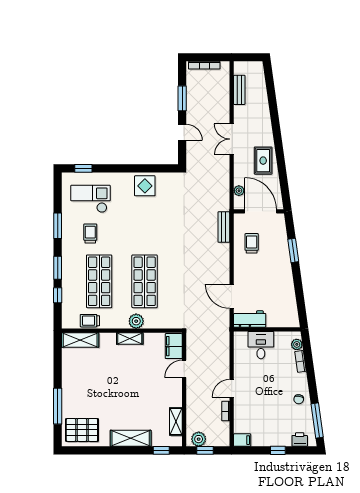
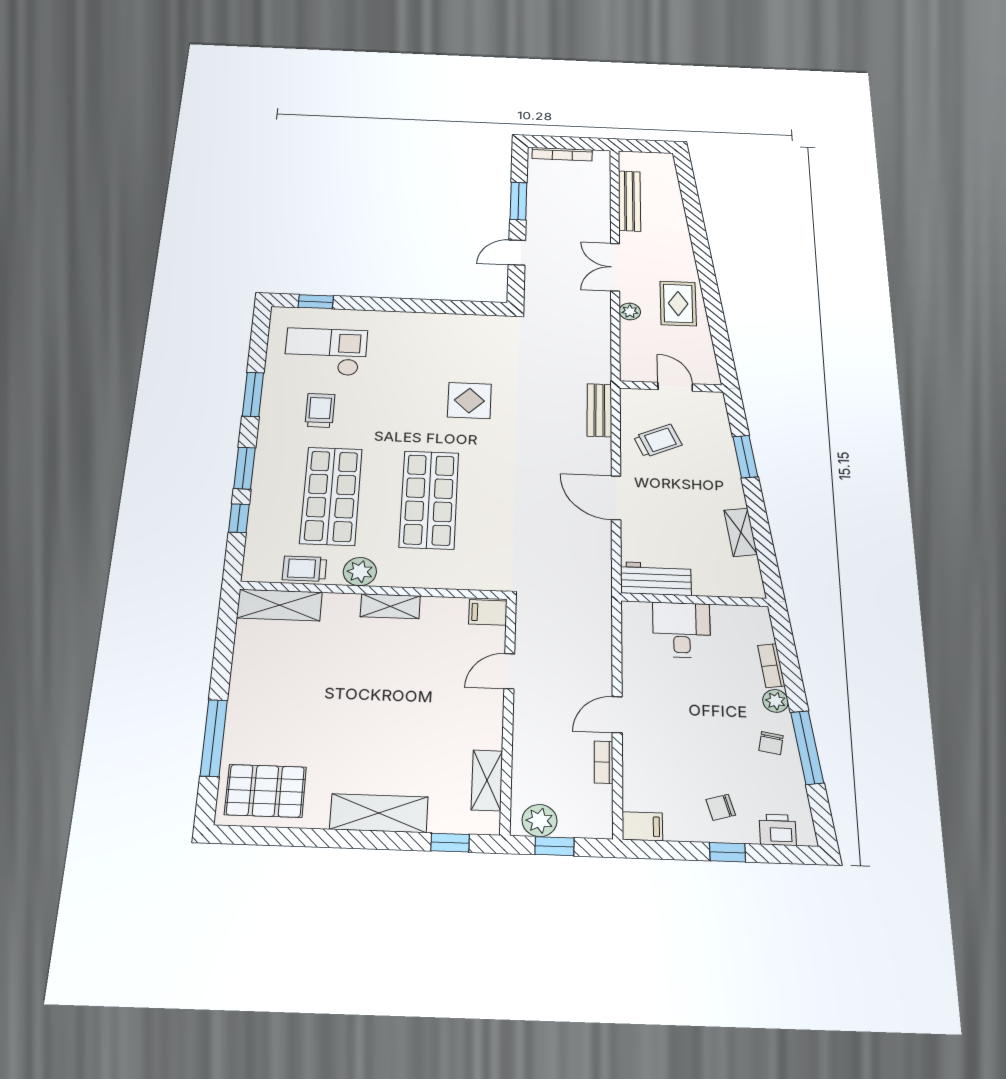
bench: (239, 90) -> (629, 201), width x1.36
door: (182, 132) -> (517, 253), swing flipped
display table: (145, 186) -> (469, 400), moved
plant: (239, 191) -> (630, 311), moved
door: (261, 211) -> (675, 387), width x0.53
trolley: (252, 243) -> (658, 441), turned 66
shelving: (289, 293) -> (741, 532), added
door: (232, 296) -> (616, 498), moved
plant: (136, 321) -> (360, 572), moved
plant: (297, 344) -> (776, 701), moved
filing cabinet: (174, 346) -> (488, 612), width x0.50
window: (317, 420) -> (807, 747), moved
chair: (276, 430) -> (721, 807), added

